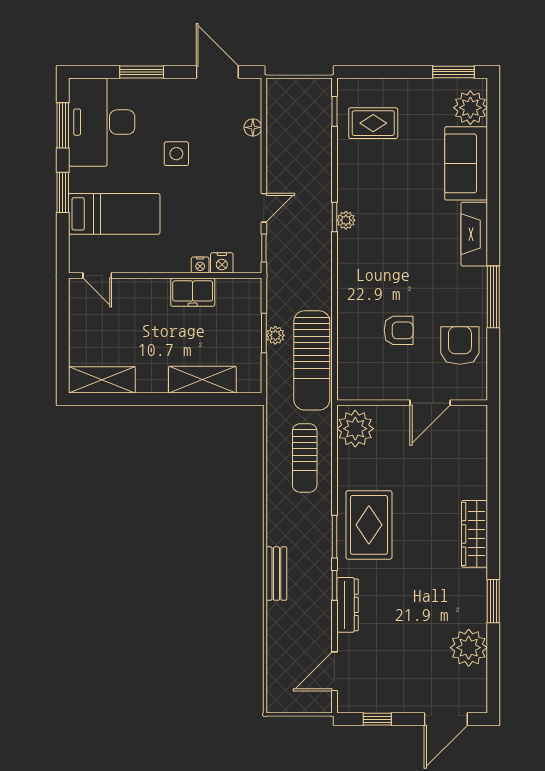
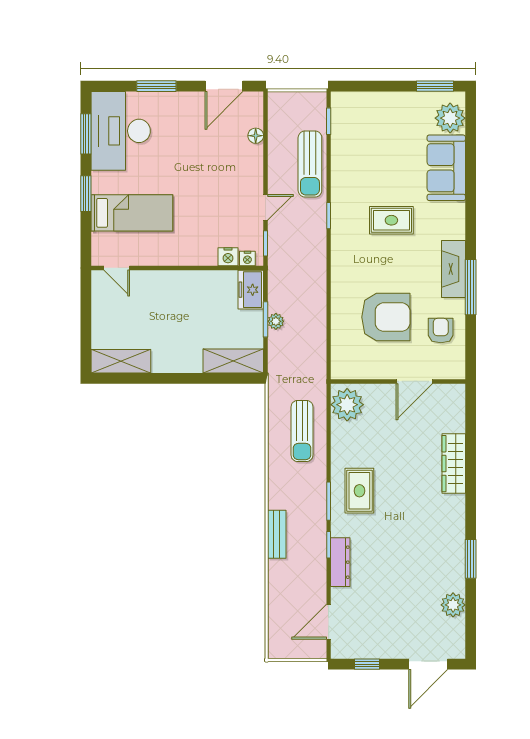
door: (217, 72) -> (224, 86), swing flipped
rug: (373, 123) -> (391, 220), moved
side table: (176, 154) -> (187, 159), removed
plant: (346, 220) -> (339, 219), removed
fireplace: (474, 234) -> (453, 269), moved
nightstand: (200, 265) -> (247, 259), moved
freezer: (193, 292) -> (251, 290), moved, turned 90
armchair: (399, 330) -> (386, 317), width x1.88, depth x1.88
armchair: (460, 346) -> (441, 330), width x0.72, depth x0.72
sun lounger: (312, 360) -> (310, 164), moved, width x0.73, depth x0.75
shelving: (202, 380) -> (233, 361), moved
rug: (369, 525) -> (359, 491), width x0.73, depth x0.70
wardrobe: (474, 534) -> (454, 464), moved
plant: (469, 648) -> (453, 605), width x0.73, depth x0.73

